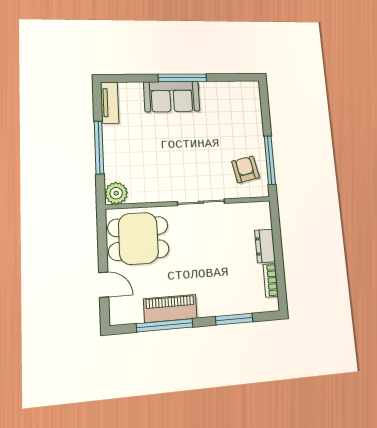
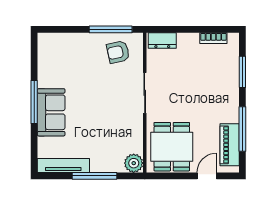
tv unit: (110, 103) -> (63, 166), width x1.41
dresser: (265, 246) -> (162, 41), moved
piano: (170, 309) -> (230, 145), moved

